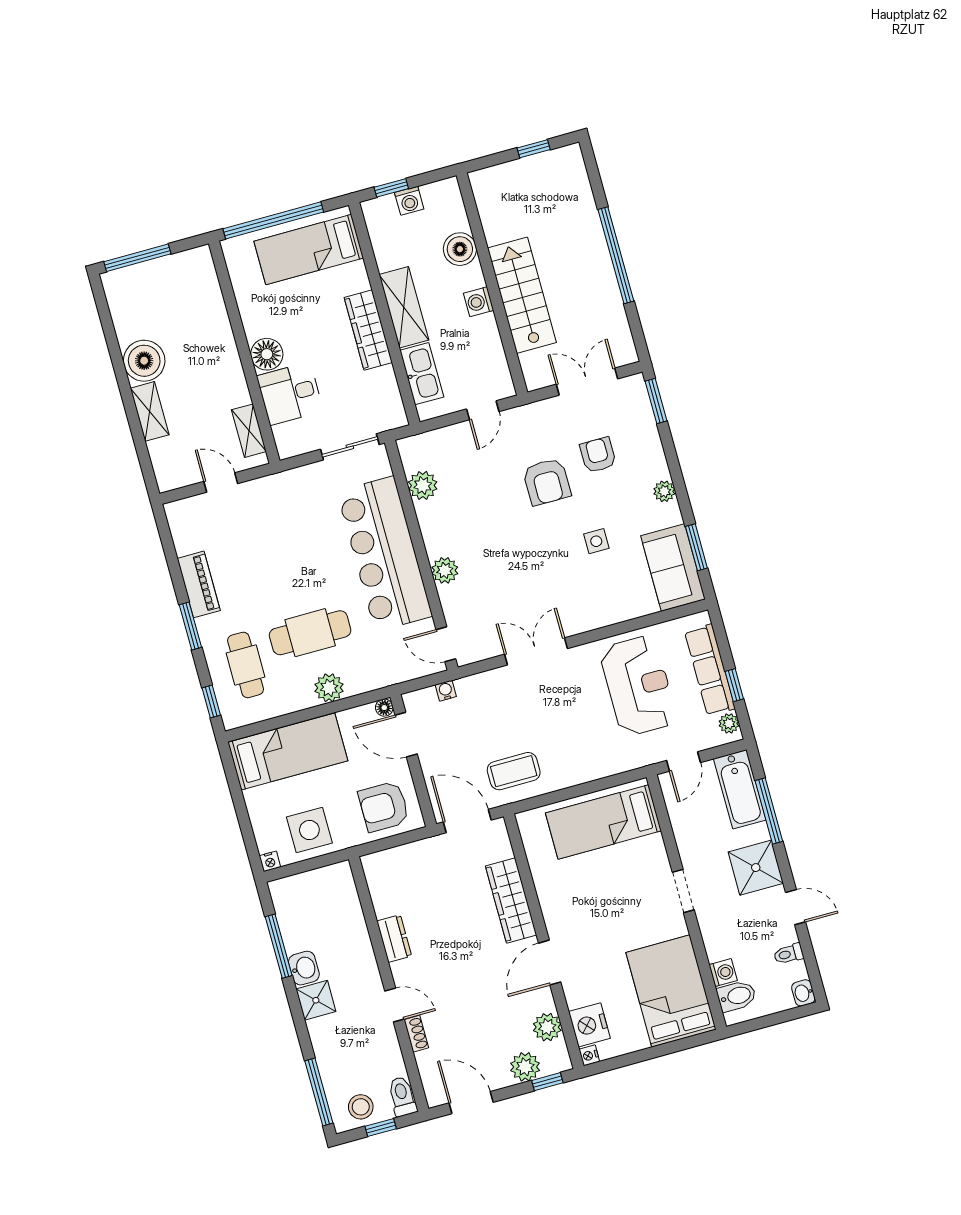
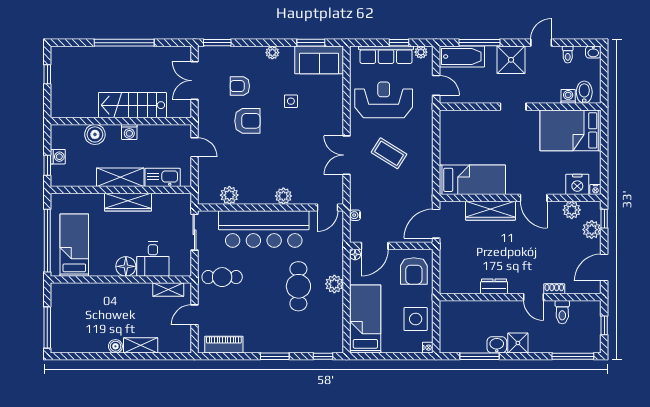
bed: (309, 250) -> (74, 245), moved, turned 180
boiler: (144, 361) -> (115, 346), width x0.54, depth x0.54
piano: (199, 584) -> (224, 345), moved
cafe table: (246, 665) -> (222, 277), moved
coffee table: (514, 771) -> (389, 153), moved, turned -58
bed: (603, 822) -> (472, 180), moved, turned -90
door: (394, 1005) -> (534, 297), swing flipped
toilet: (402, 1096) -> (562, 312), moved, turned -90
stool: (361, 1107) -> (589, 334), removed

